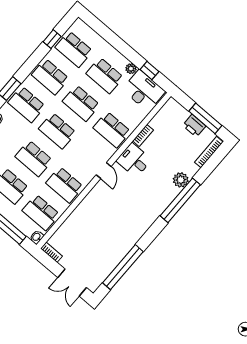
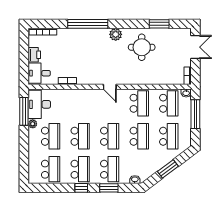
window: (52, 39) -> (81, 188), moved
window: (149, 70) -> (24, 111), width x2.17
window: (205, 118) -> (24, 52), removed
school desk: (112, 130) -> (80, 103), removed
desk: (134, 160) -> (39, 73), moved, turned 90
door: (104, 171) -> (110, 87), swing flipped
plant: (181, 180) -> (116, 34), moved
round table: (115, 232) -> (142, 47), added
window: (123, 267) -> (159, 24), width x0.47

